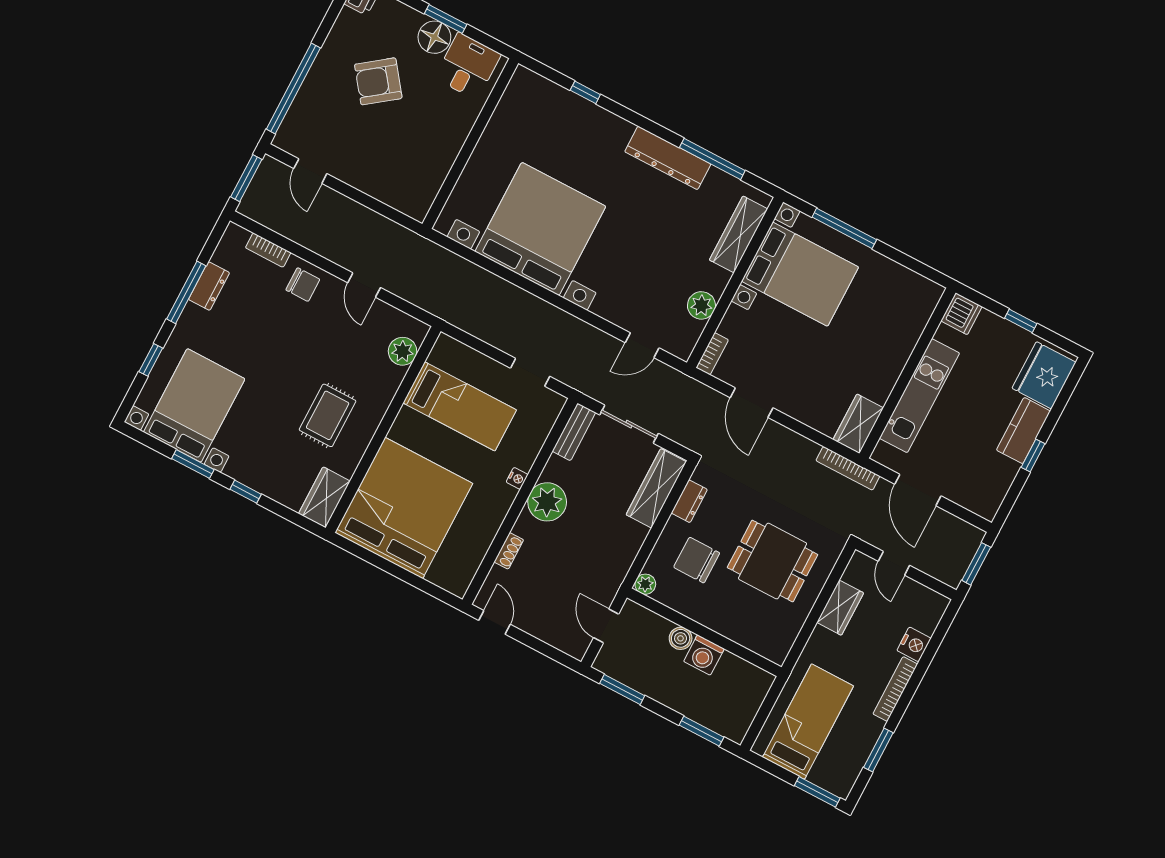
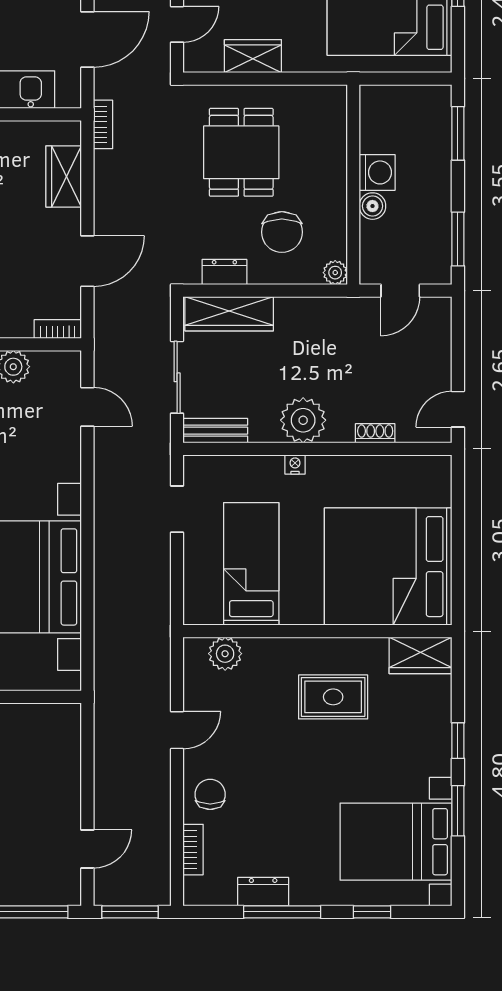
wardrobe: (858, 424) -> (64, 176), moved, turned 90
bookcase: (848, 468) -> (103, 124), width x0.64

